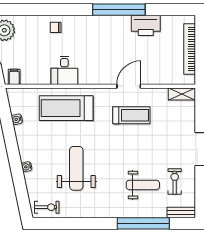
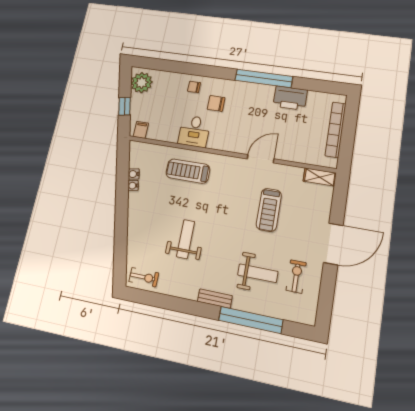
chair: (79, 41) -> (216, 103), added
treadmill: (66, 108) -> (188, 171), width x0.73, depth x0.73
treadmill: (131, 115) -> (269, 210), moved, turned 90
water cooler: (27, 167) -> (133, 186), moved
weight bench: (76, 168) -> (186, 239), width x0.73, depth x0.75
bench: (181, 213) -> (215, 299), moved

